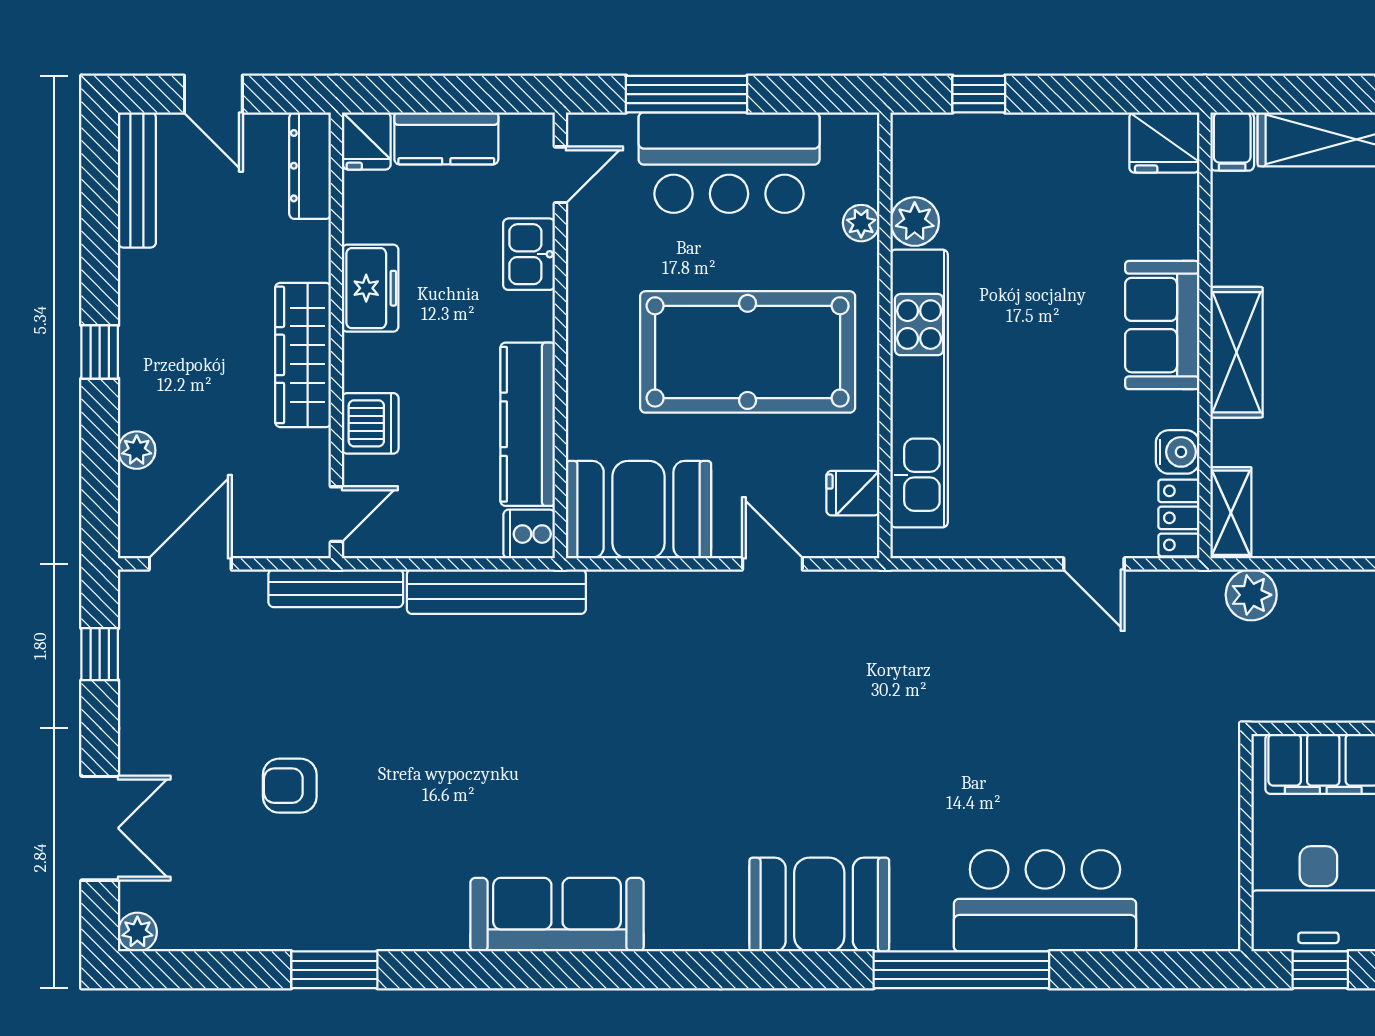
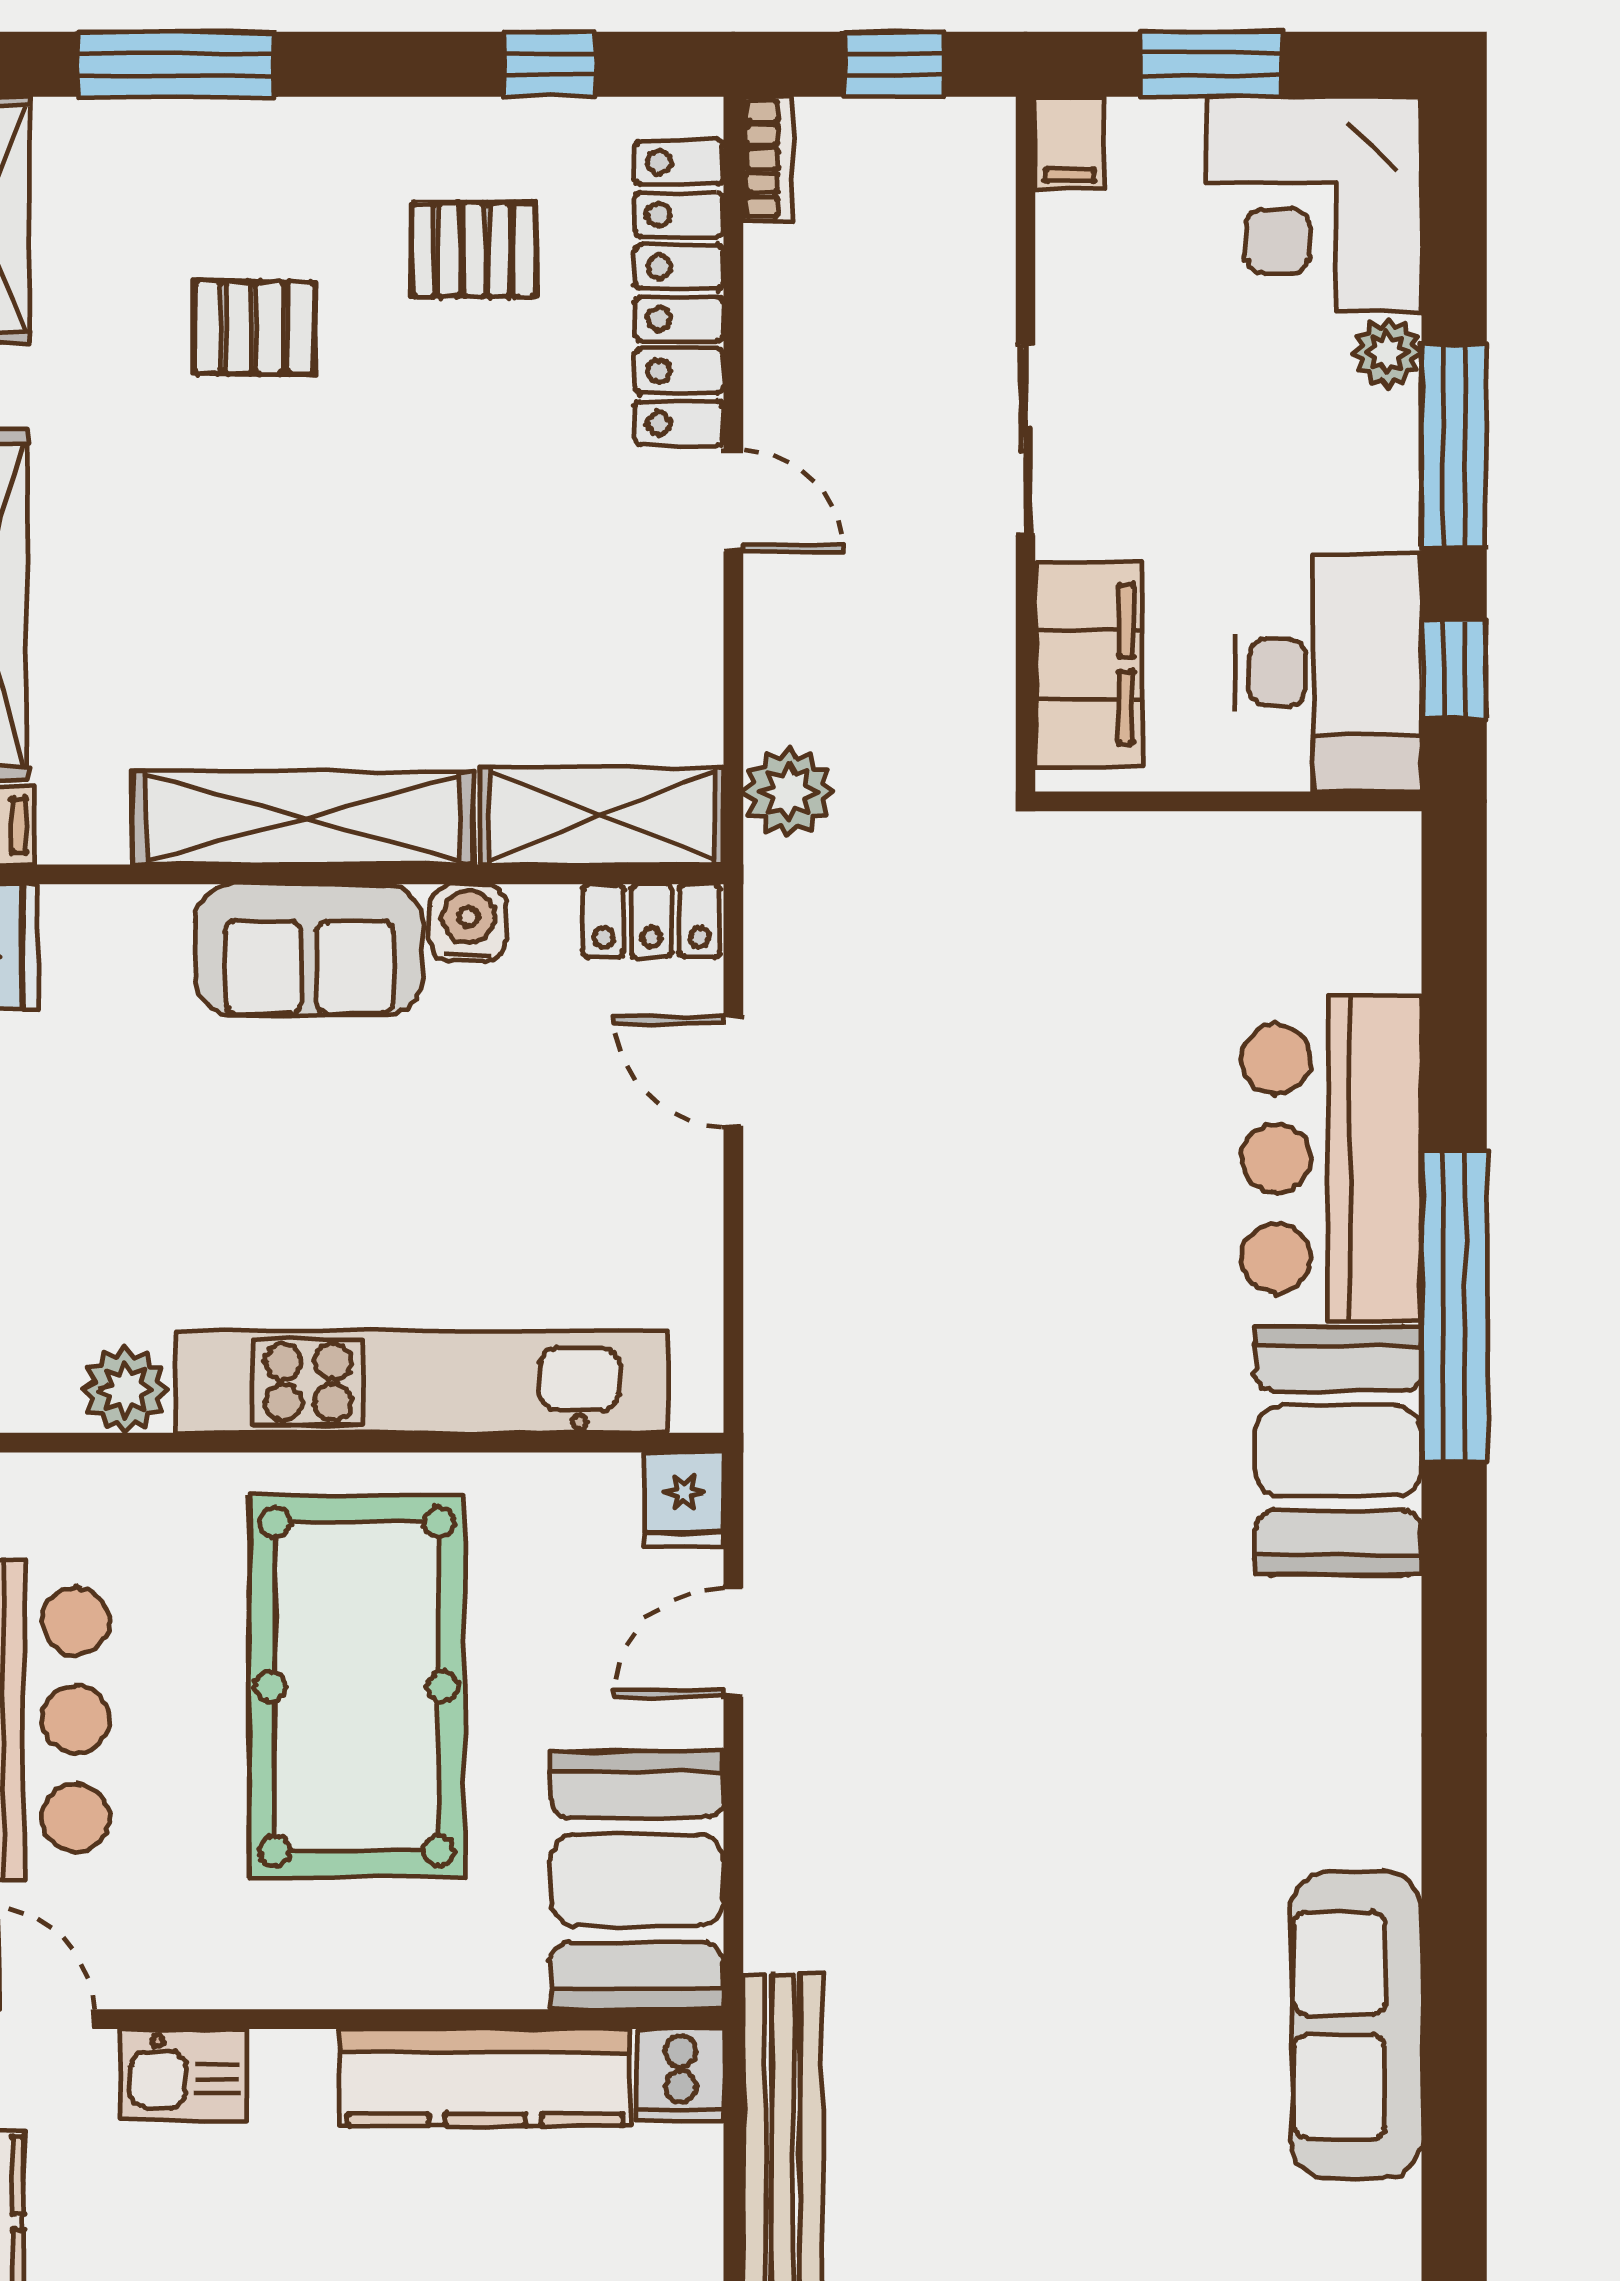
plant: (861, 223) -> (128, 1485), removed
shelving: (1236, 352) -> (303, 818), width x1.47
water cooler: (1178, 452) -> (468, 923), moved
fridge: (853, 493) -> (684, 1500), moved
shelving: (1231, 513) -> (602, 816), width x1.50, depth x1.33
door: (1094, 564) -> (733, 1071), swing flipped
booth: (819, 905) -> (1338, 1451), moved

